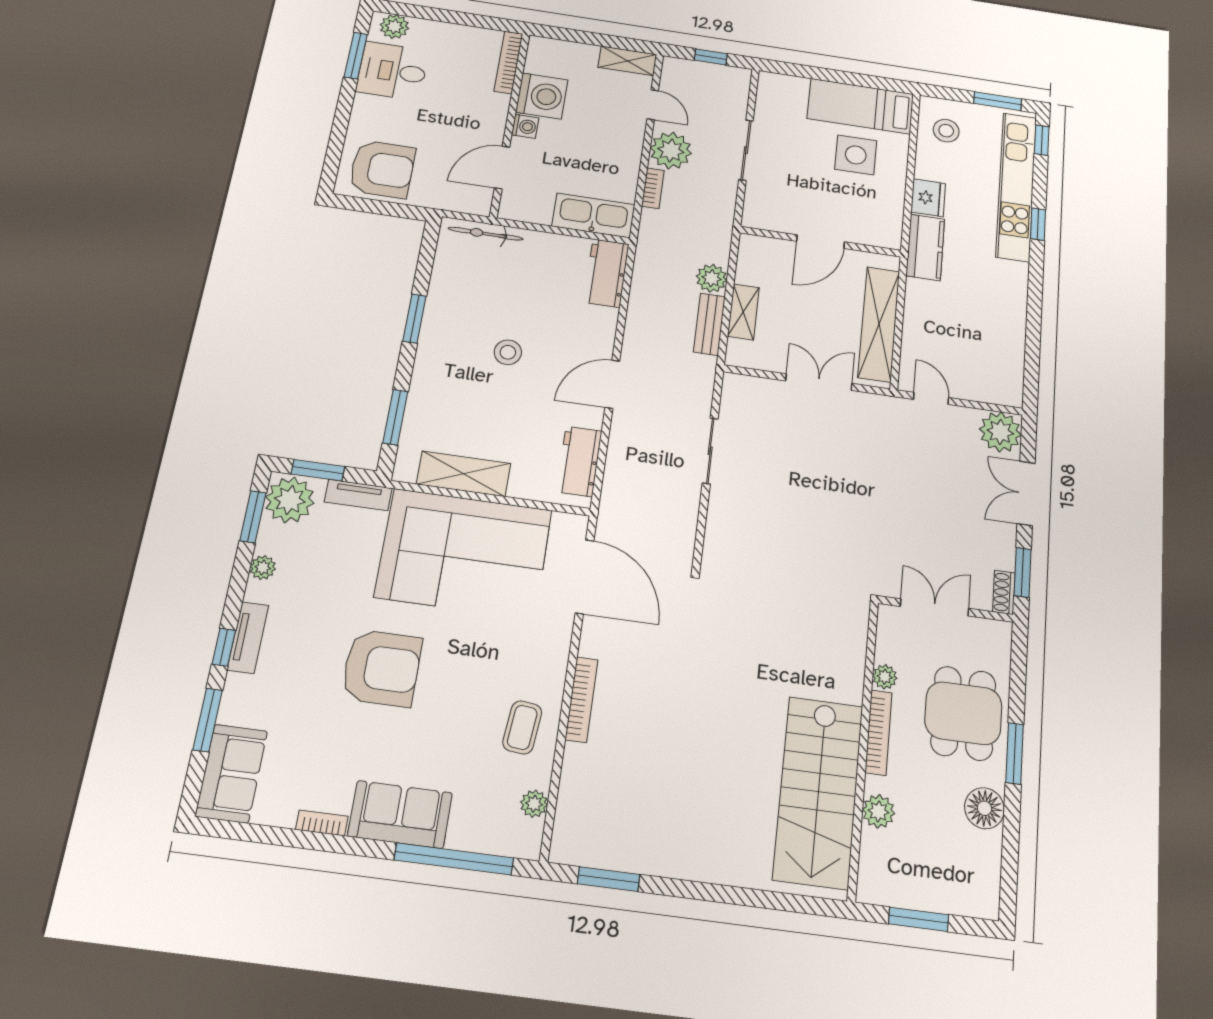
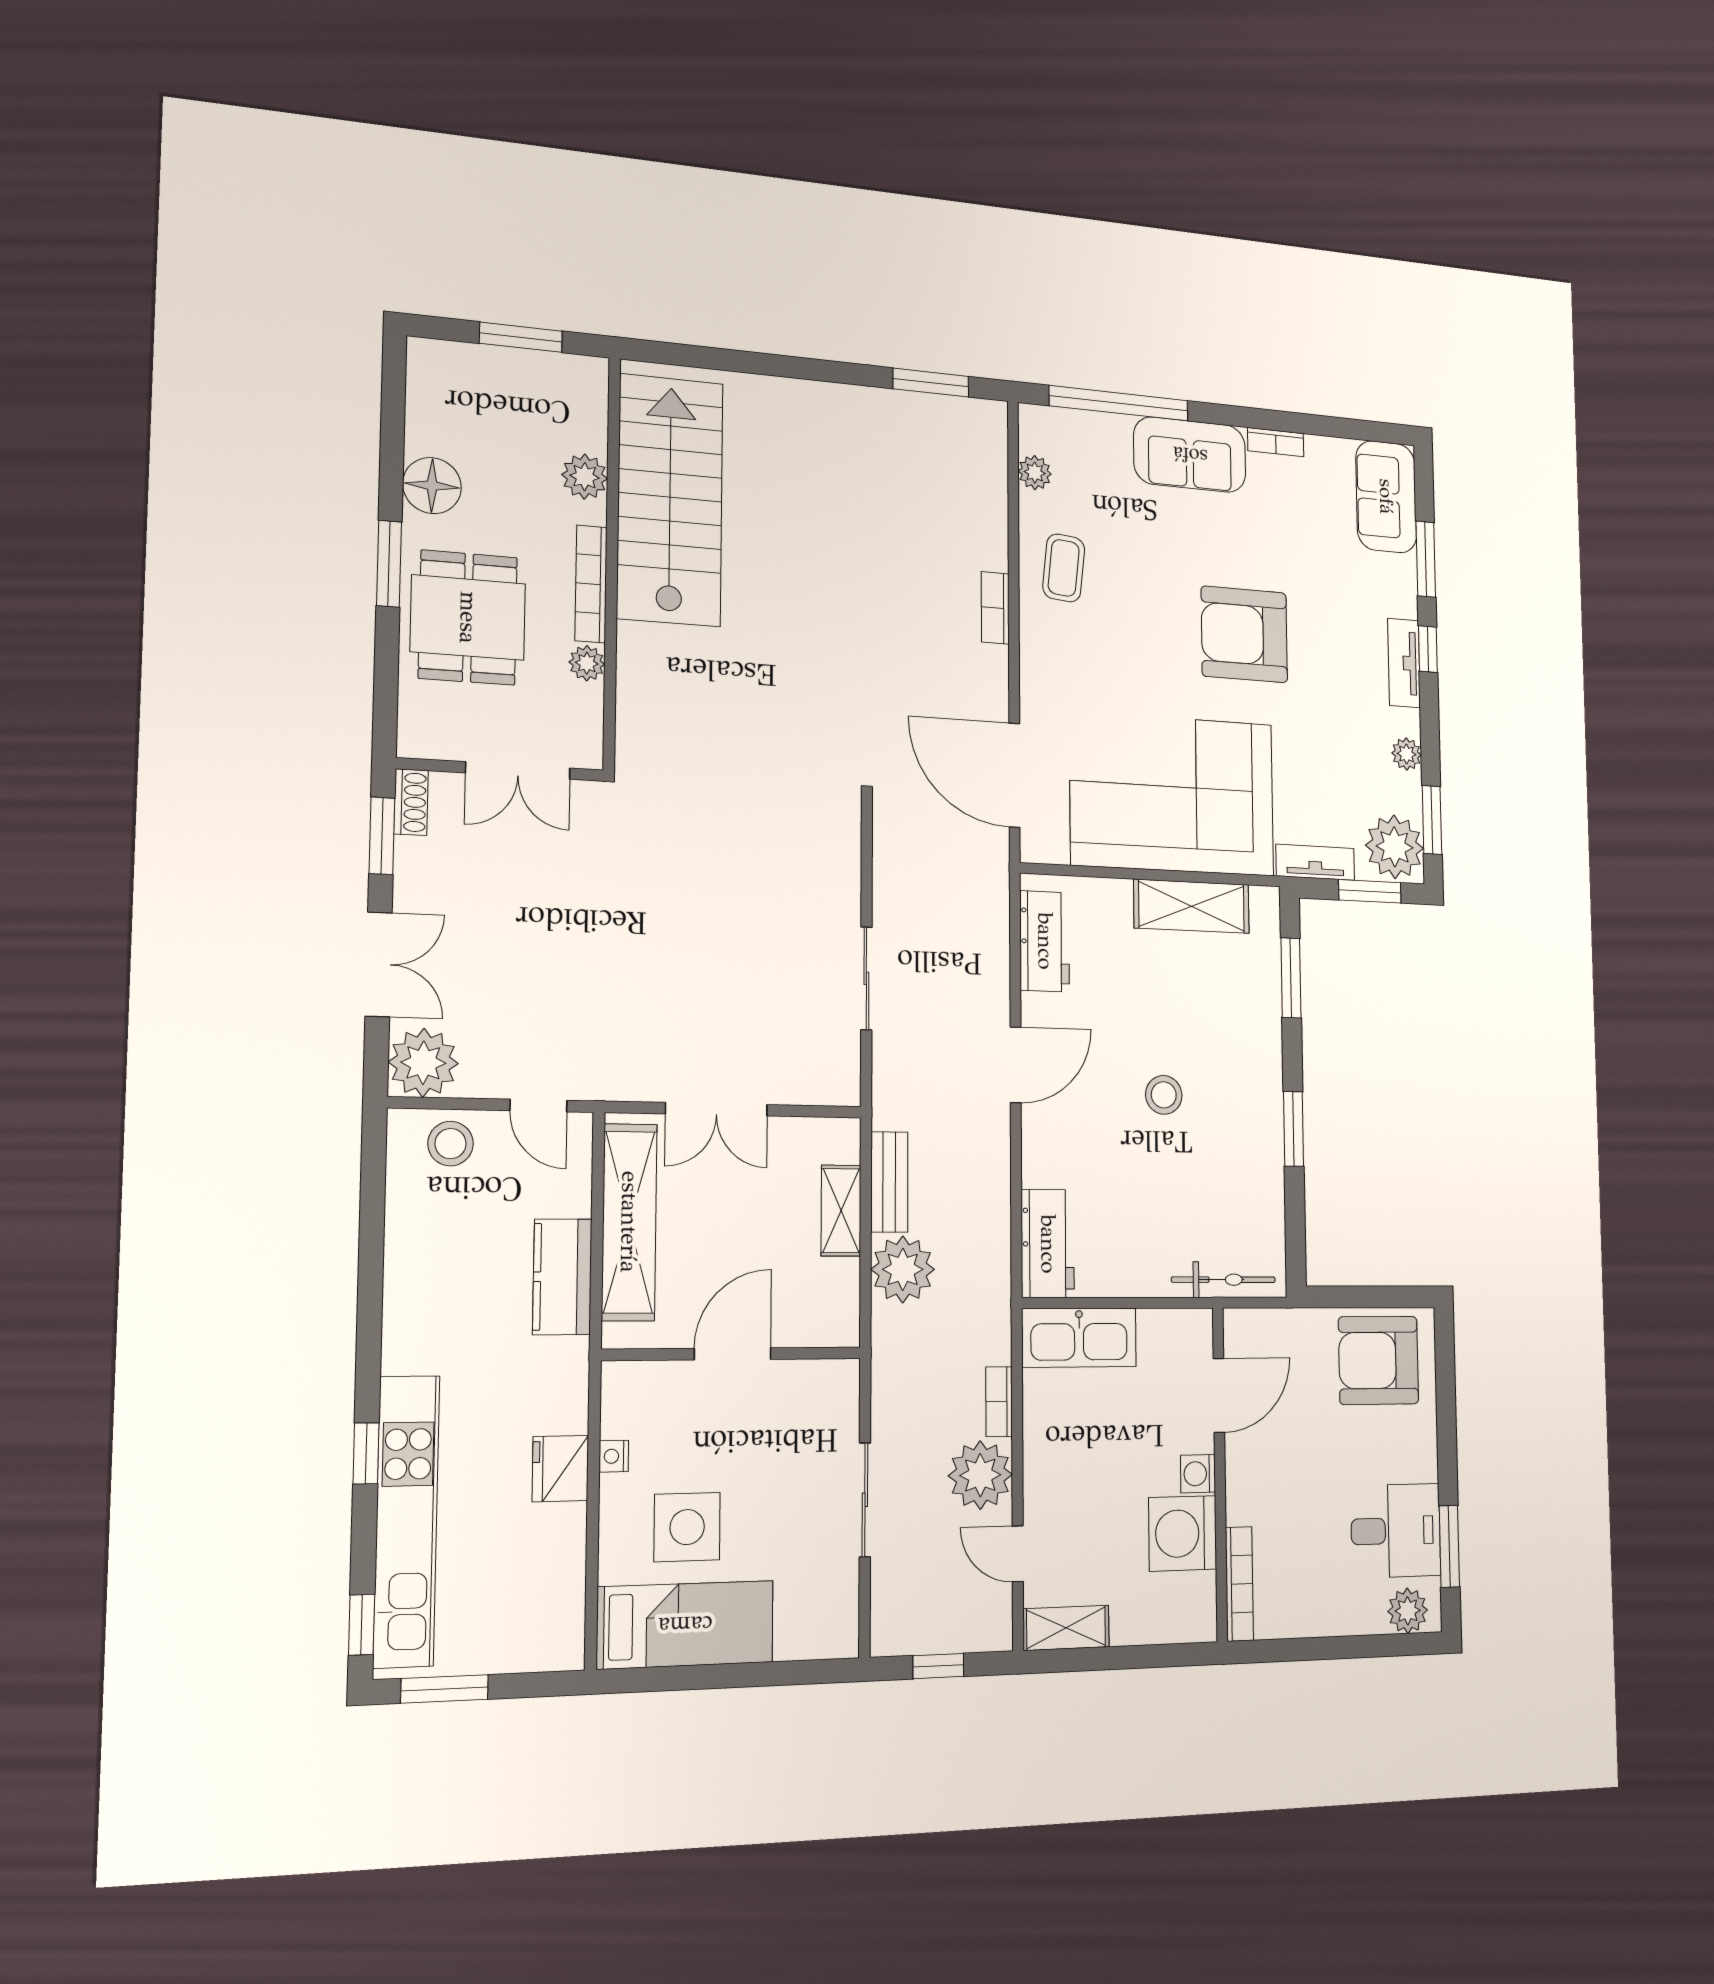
stool: (946, 131) -> (451, 1144), moved
nightstand: (897, 199) -> (614, 1456), added
kitchen counter: (925, 247) -> (562, 1277), moved
plant: (712, 278) -> (903, 1269), width x1.36, depth x1.36
bookcase: (581, 700) -> (995, 608), width x0.64

